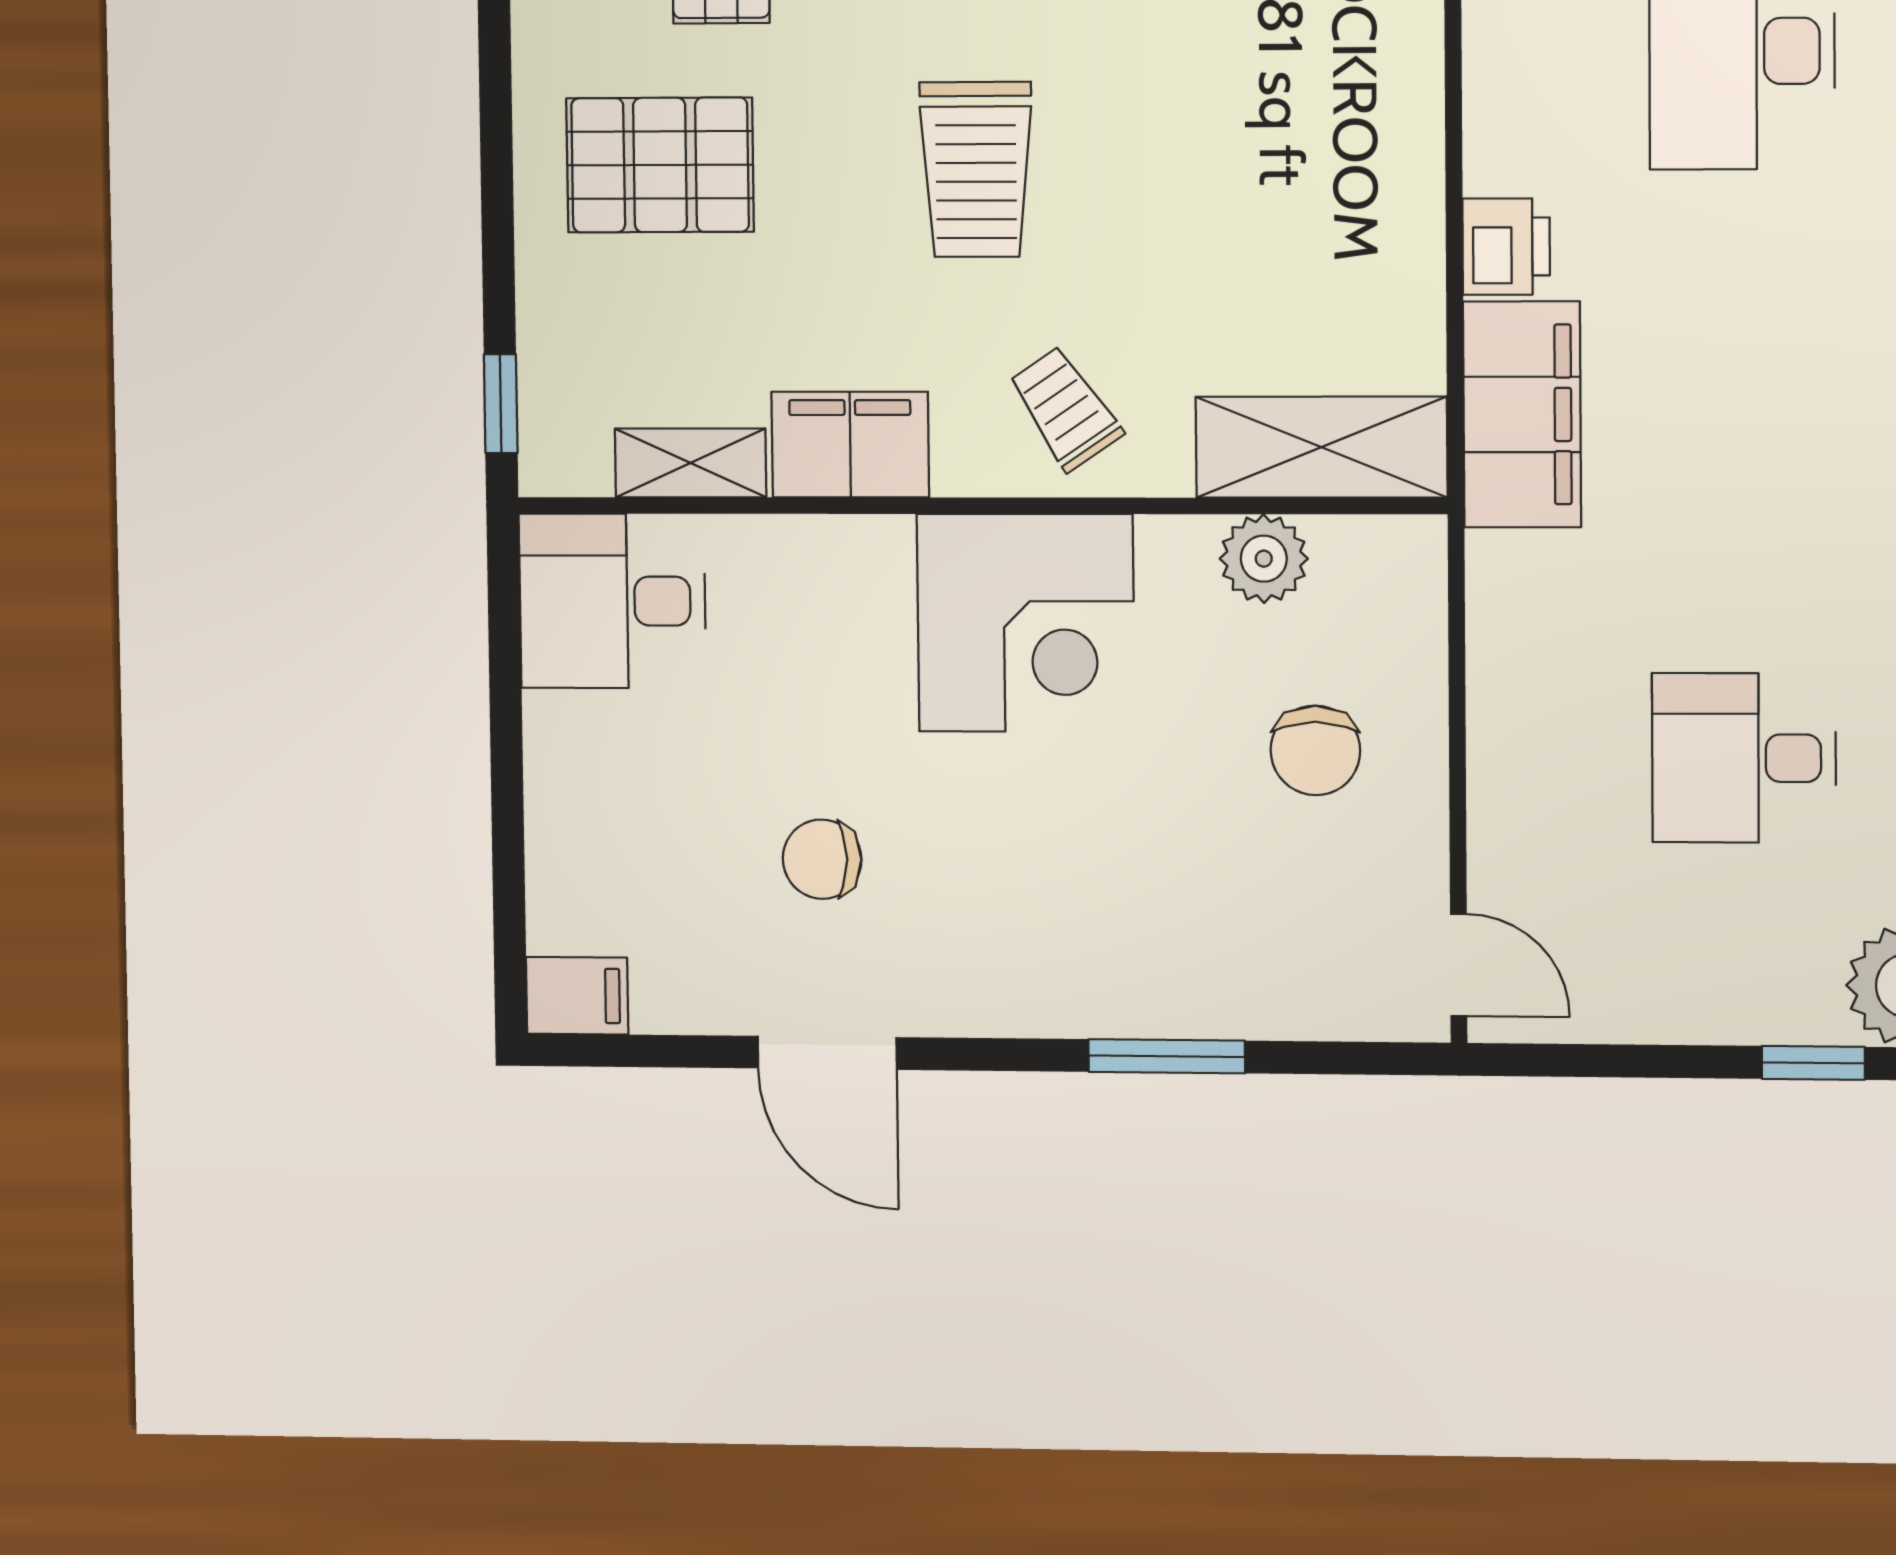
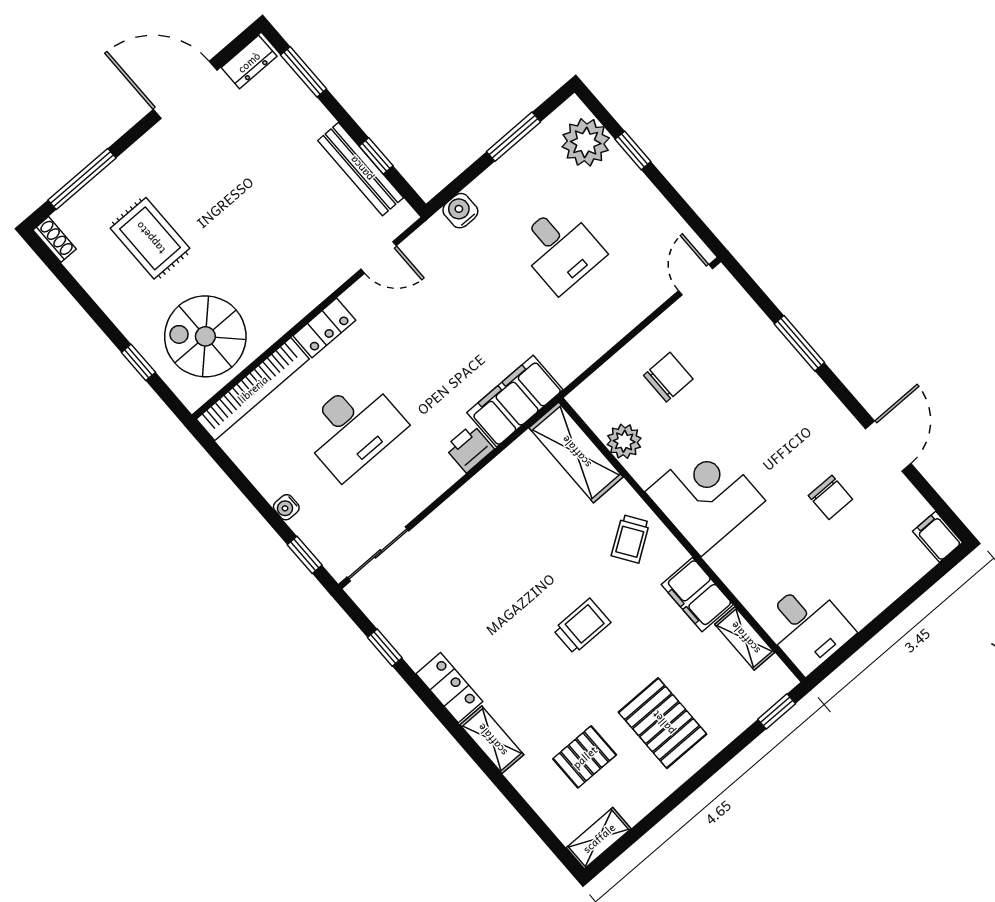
trolley: (976, 169) -> (582, 626), width x0.73, depth x0.72

